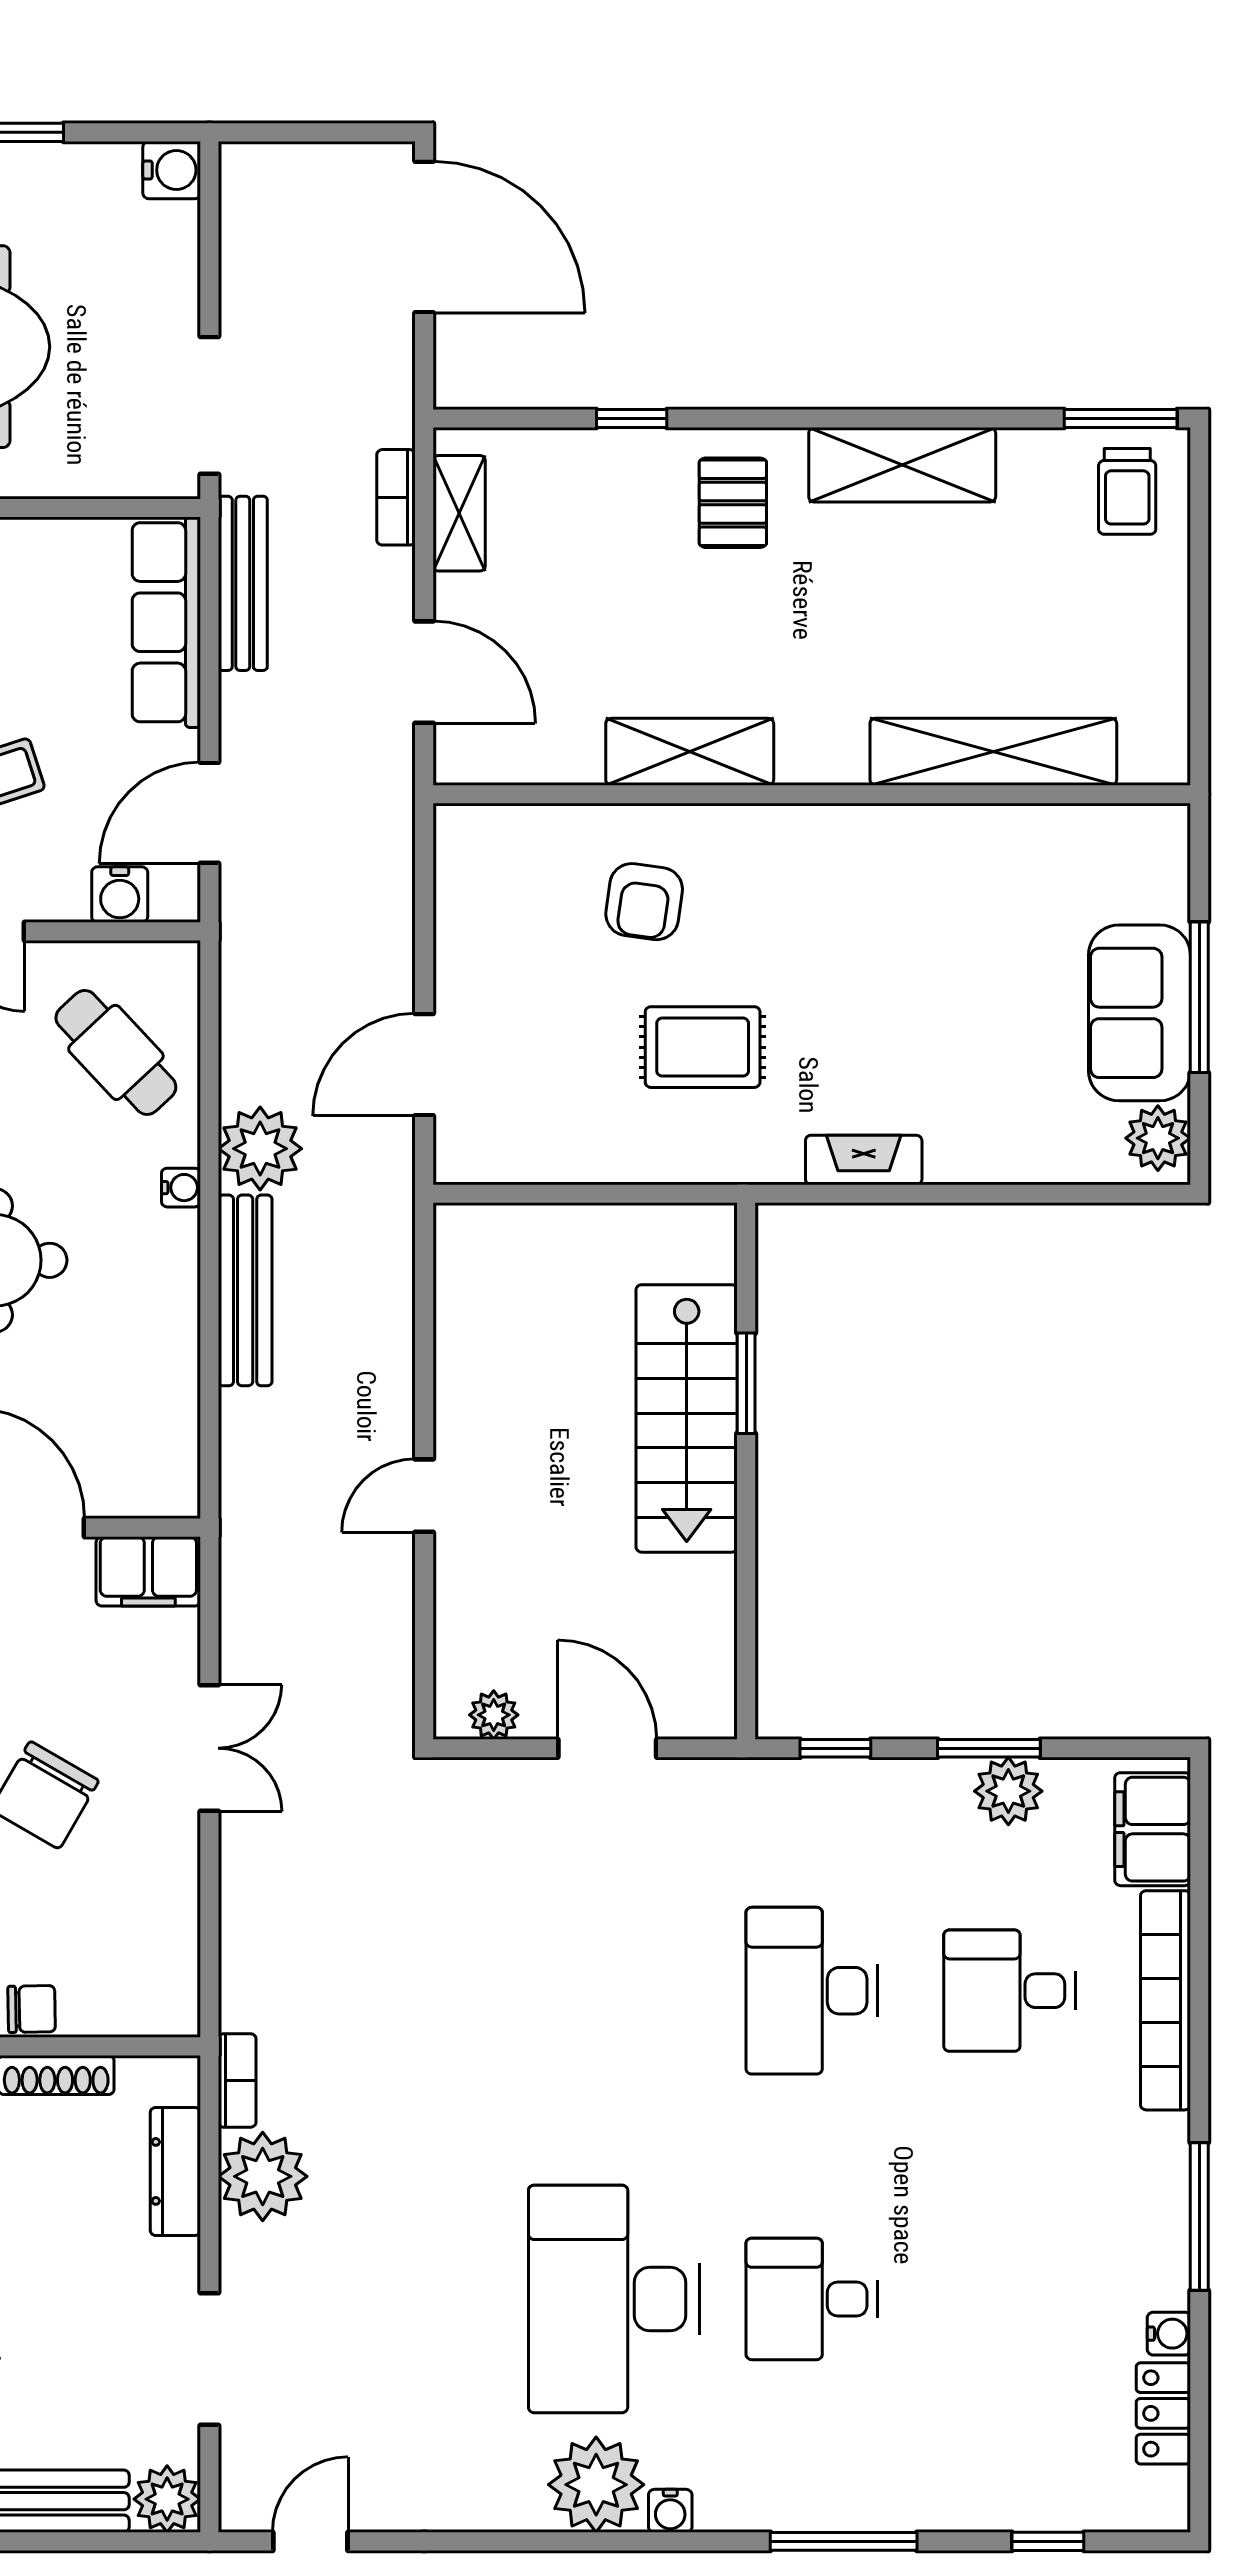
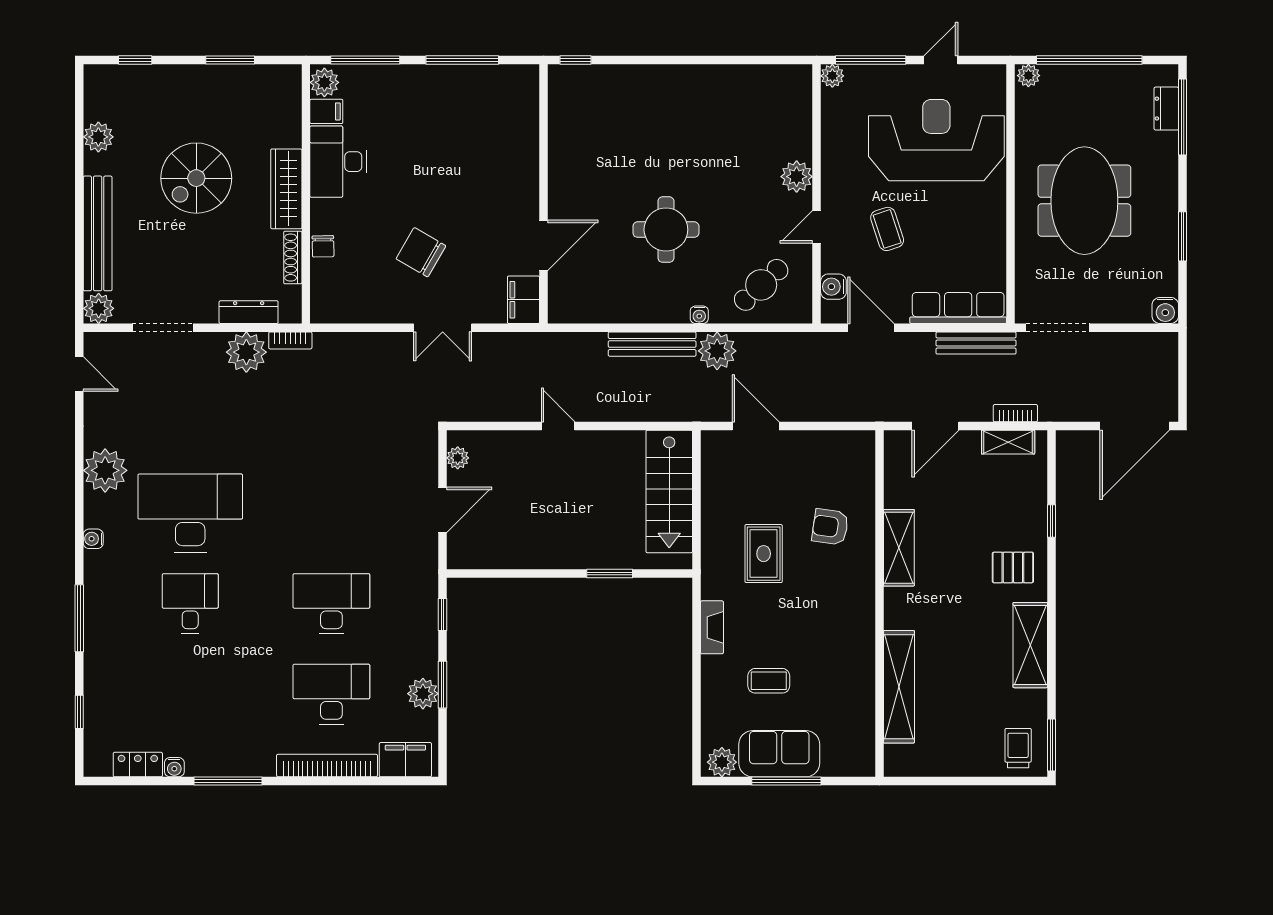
trolley: (1127, 491) -> (1018, 748), turned 90
coffee table: (980, 1036) -> (769, 681), added
stairs: (687, 1418) -> (669, 491), moved, turned -90
desk: (1010, 1991) -> (331, 694), width x1.37
plant: (596, 2485) -> (105, 470), moved

